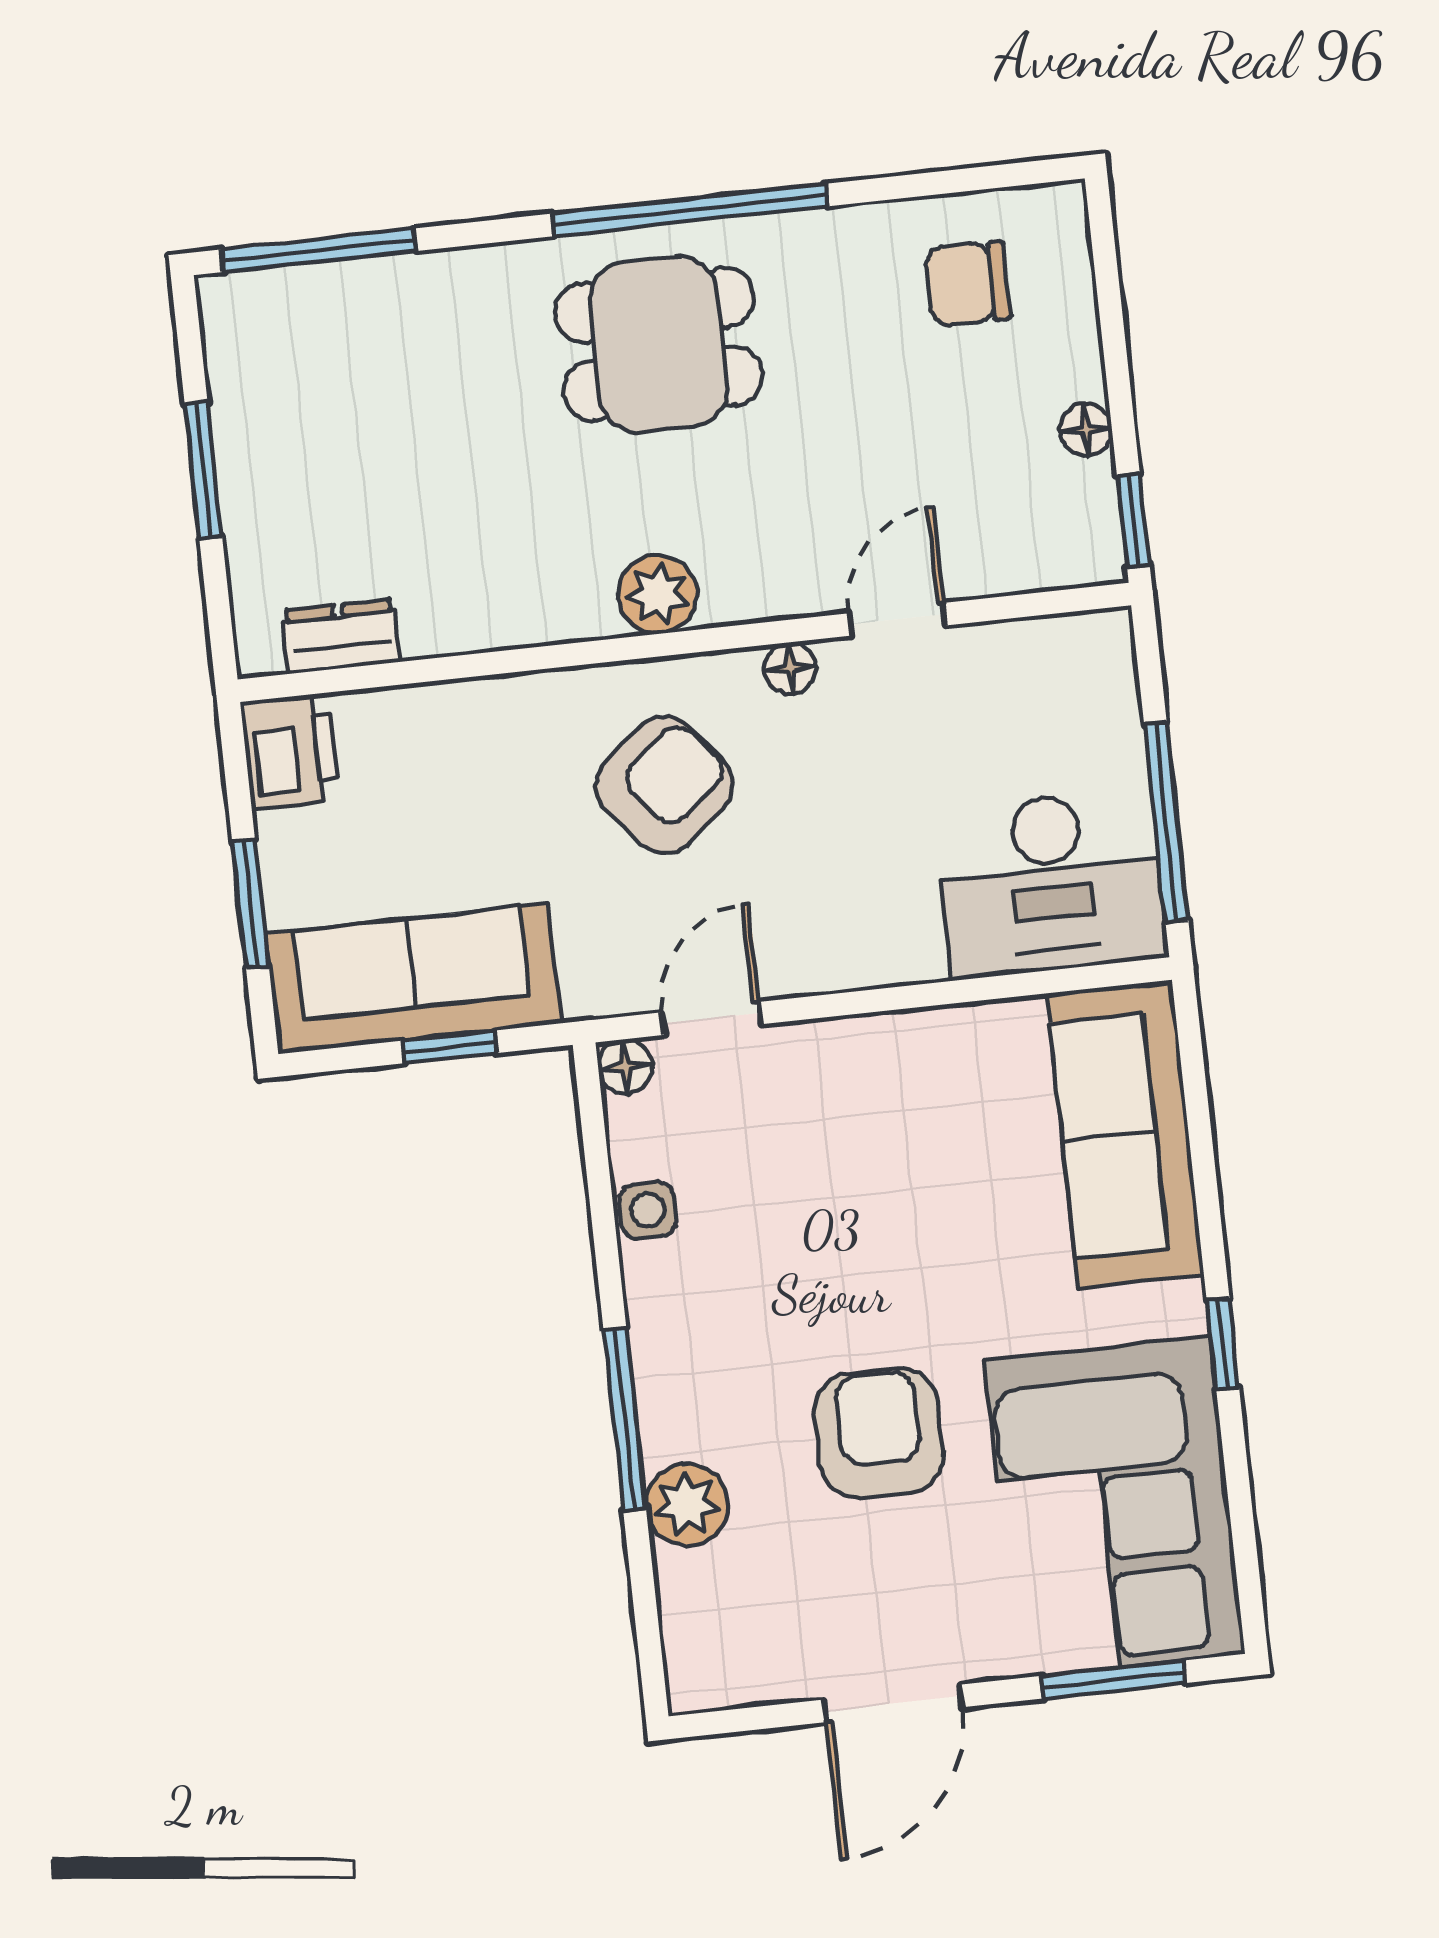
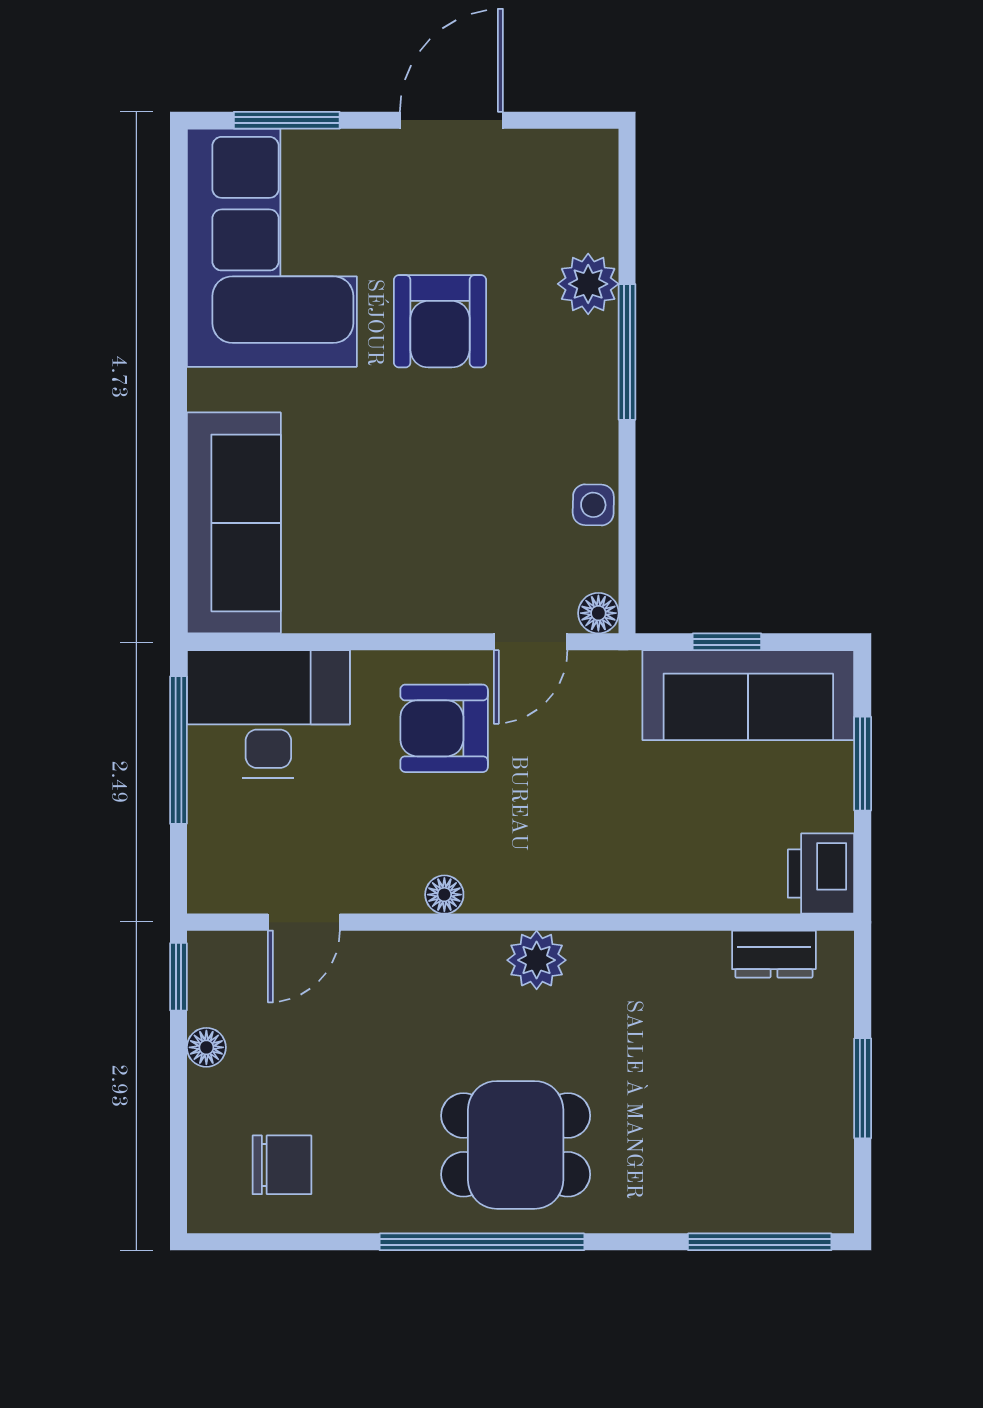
door: (897, 619) -> (304, 922), moved
armchair: (664, 785) -> (444, 728), moved, turned 40
window: (1223, 1344) -> (178, 360), removed

